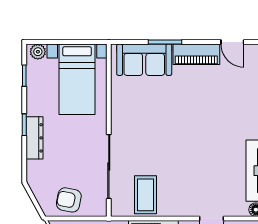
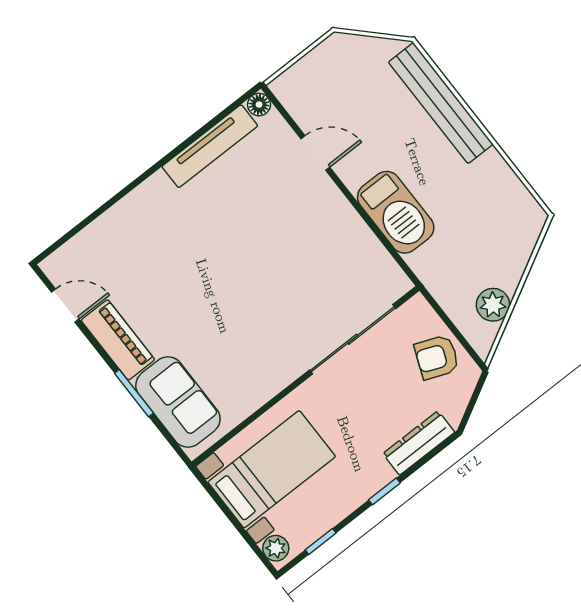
door: (232, 42) -> (65, 306), hinge flipped
dresser: (35, 138) -> (419, 443), moved
coffee table: (146, 195) -> (352, 263), removed
armchair: (69, 200) -> (437, 357), turned 101

